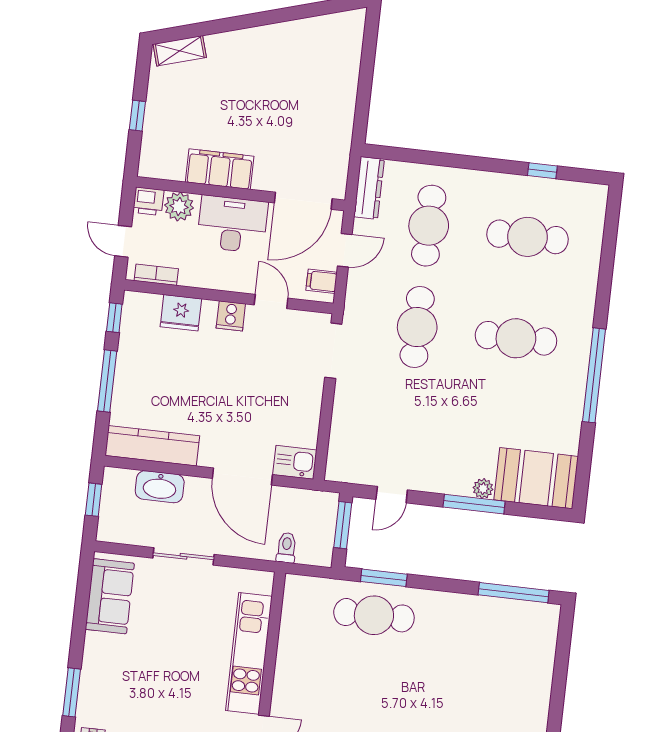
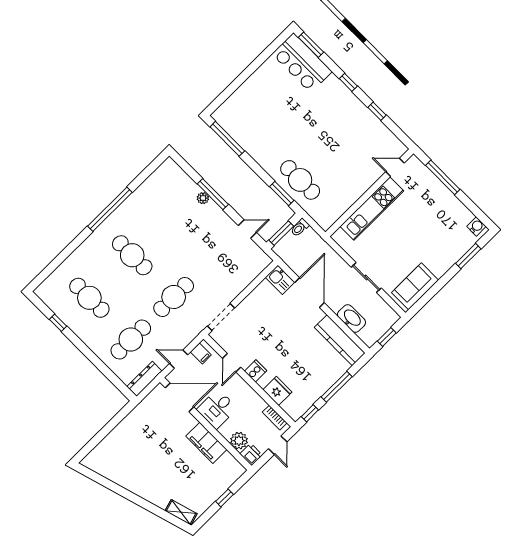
desk: (232, 224) -> (217, 409), width x0.73
booth: (536, 478) -> (175, 183), removed
toilet: (286, 548) -> (300, 228), moved

